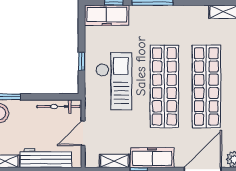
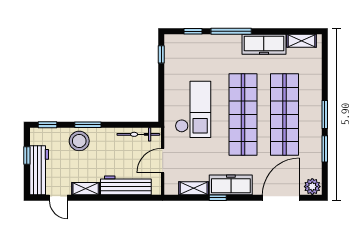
freezer: (107, 15) -> (264, 44), moved
window: (82, 61) -> (161, 54), moved

